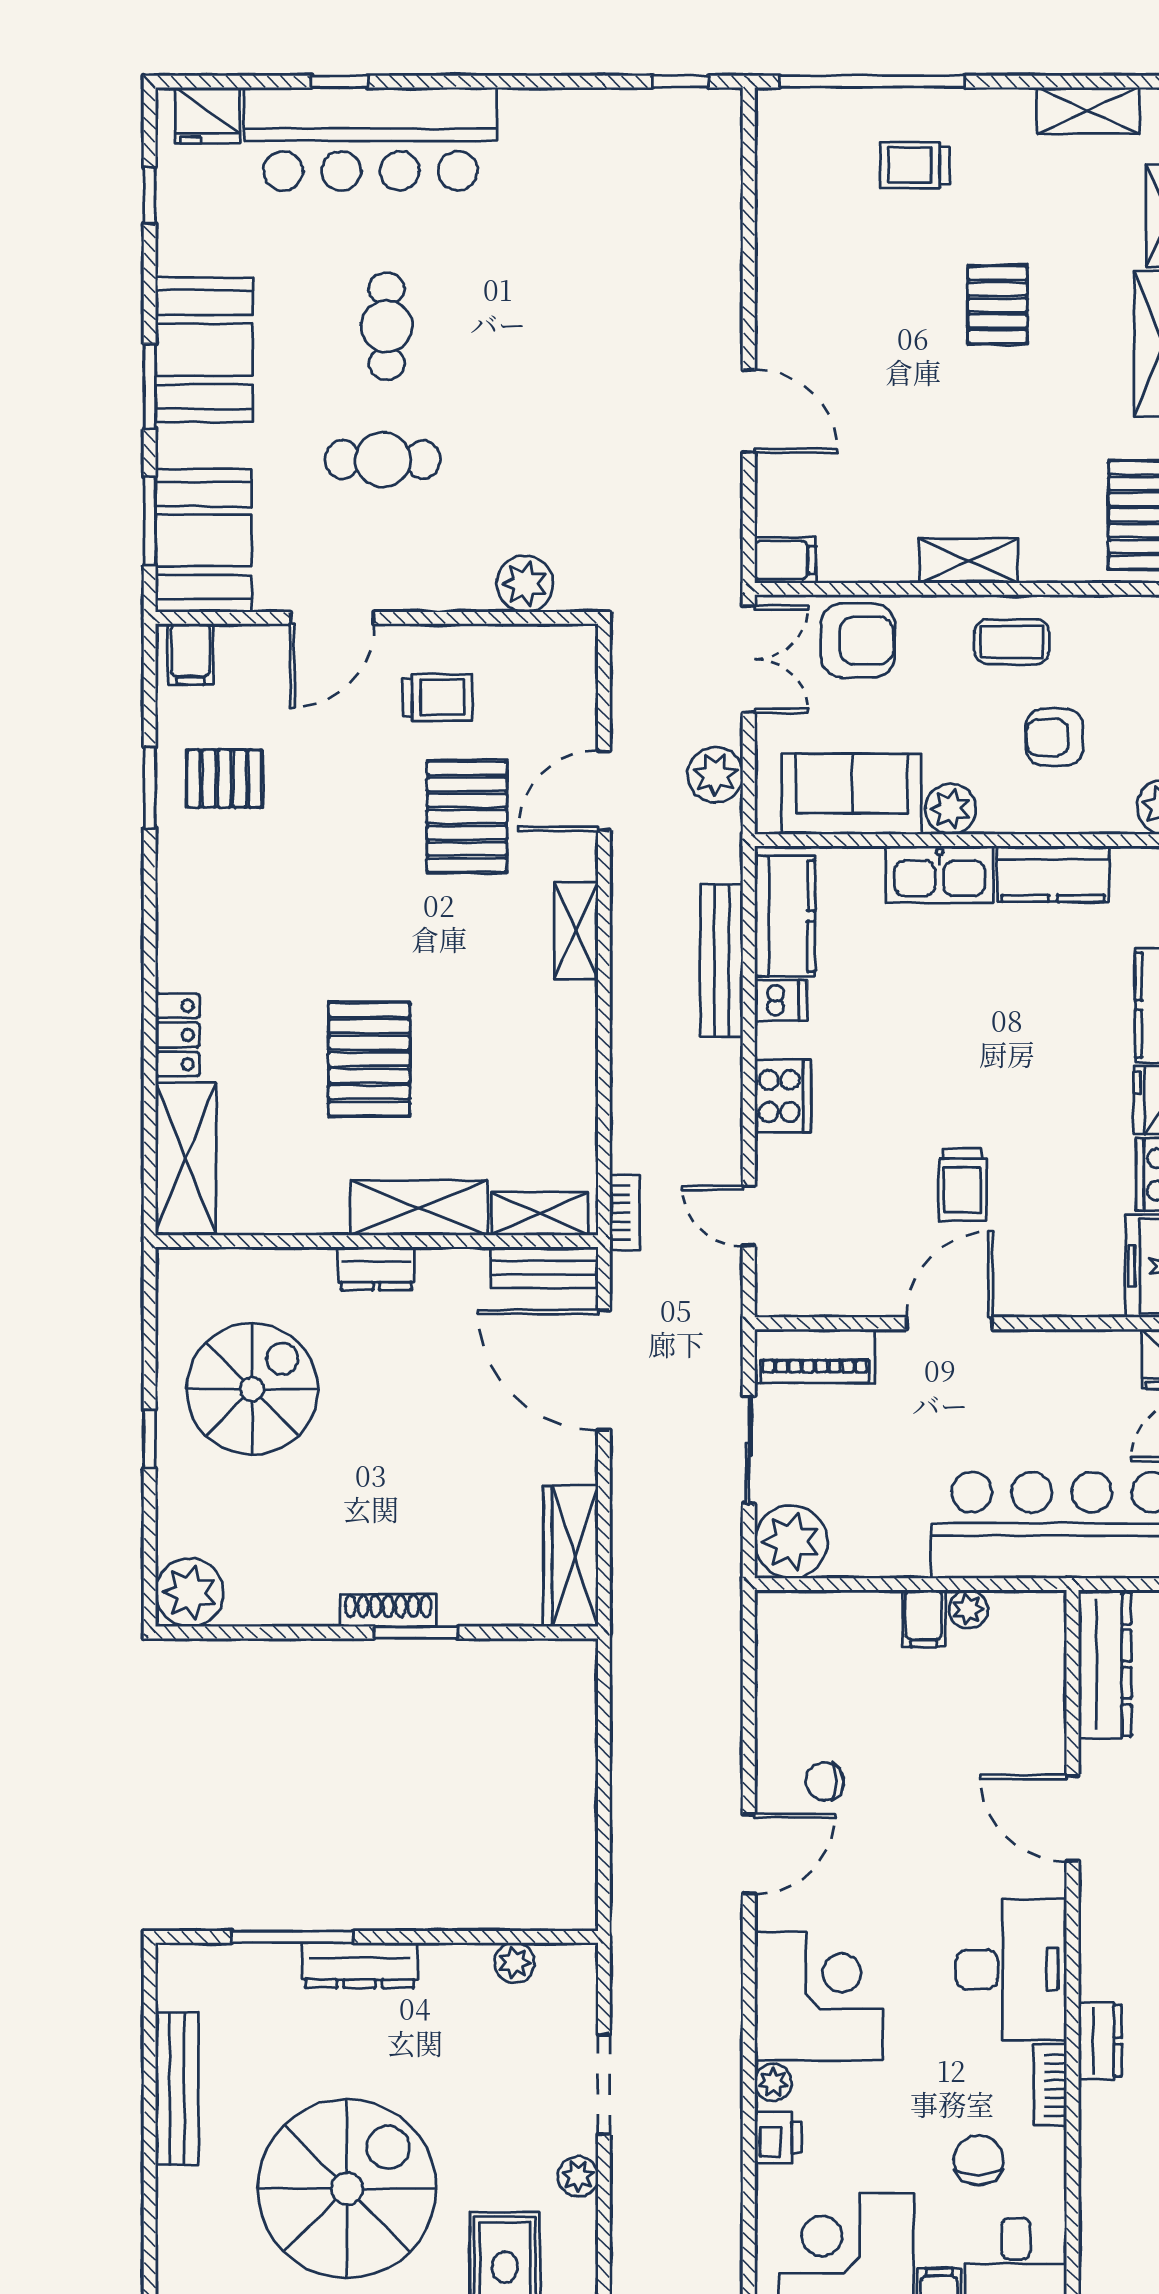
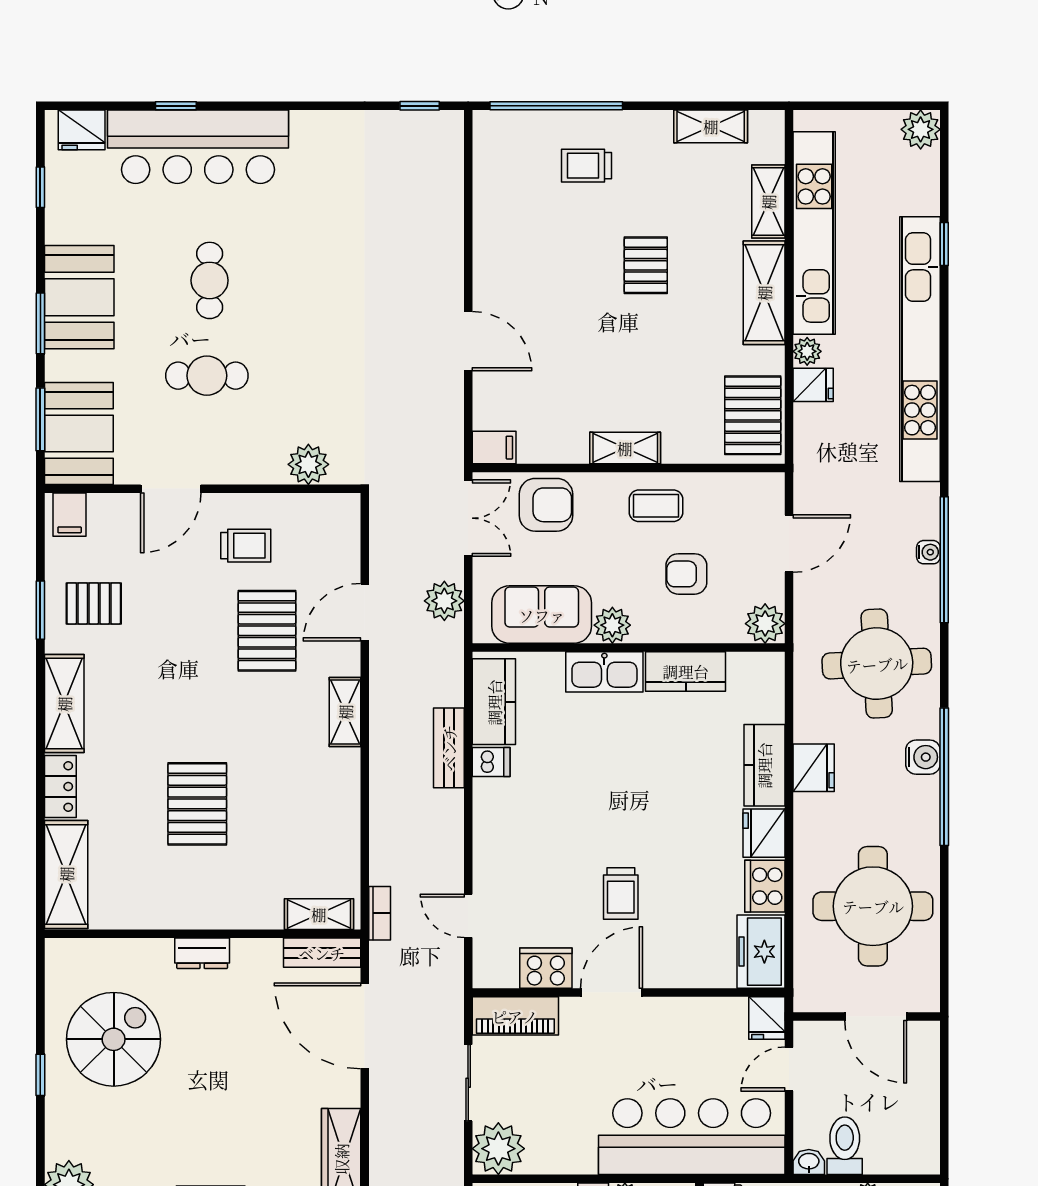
bench: (722, 960) -> (449, 748), width x0.73
cooker: (783, 1096) -> (546, 968), moved, turned -90
shelving: (419, 1208) -> (64, 704), moved, turned 90

